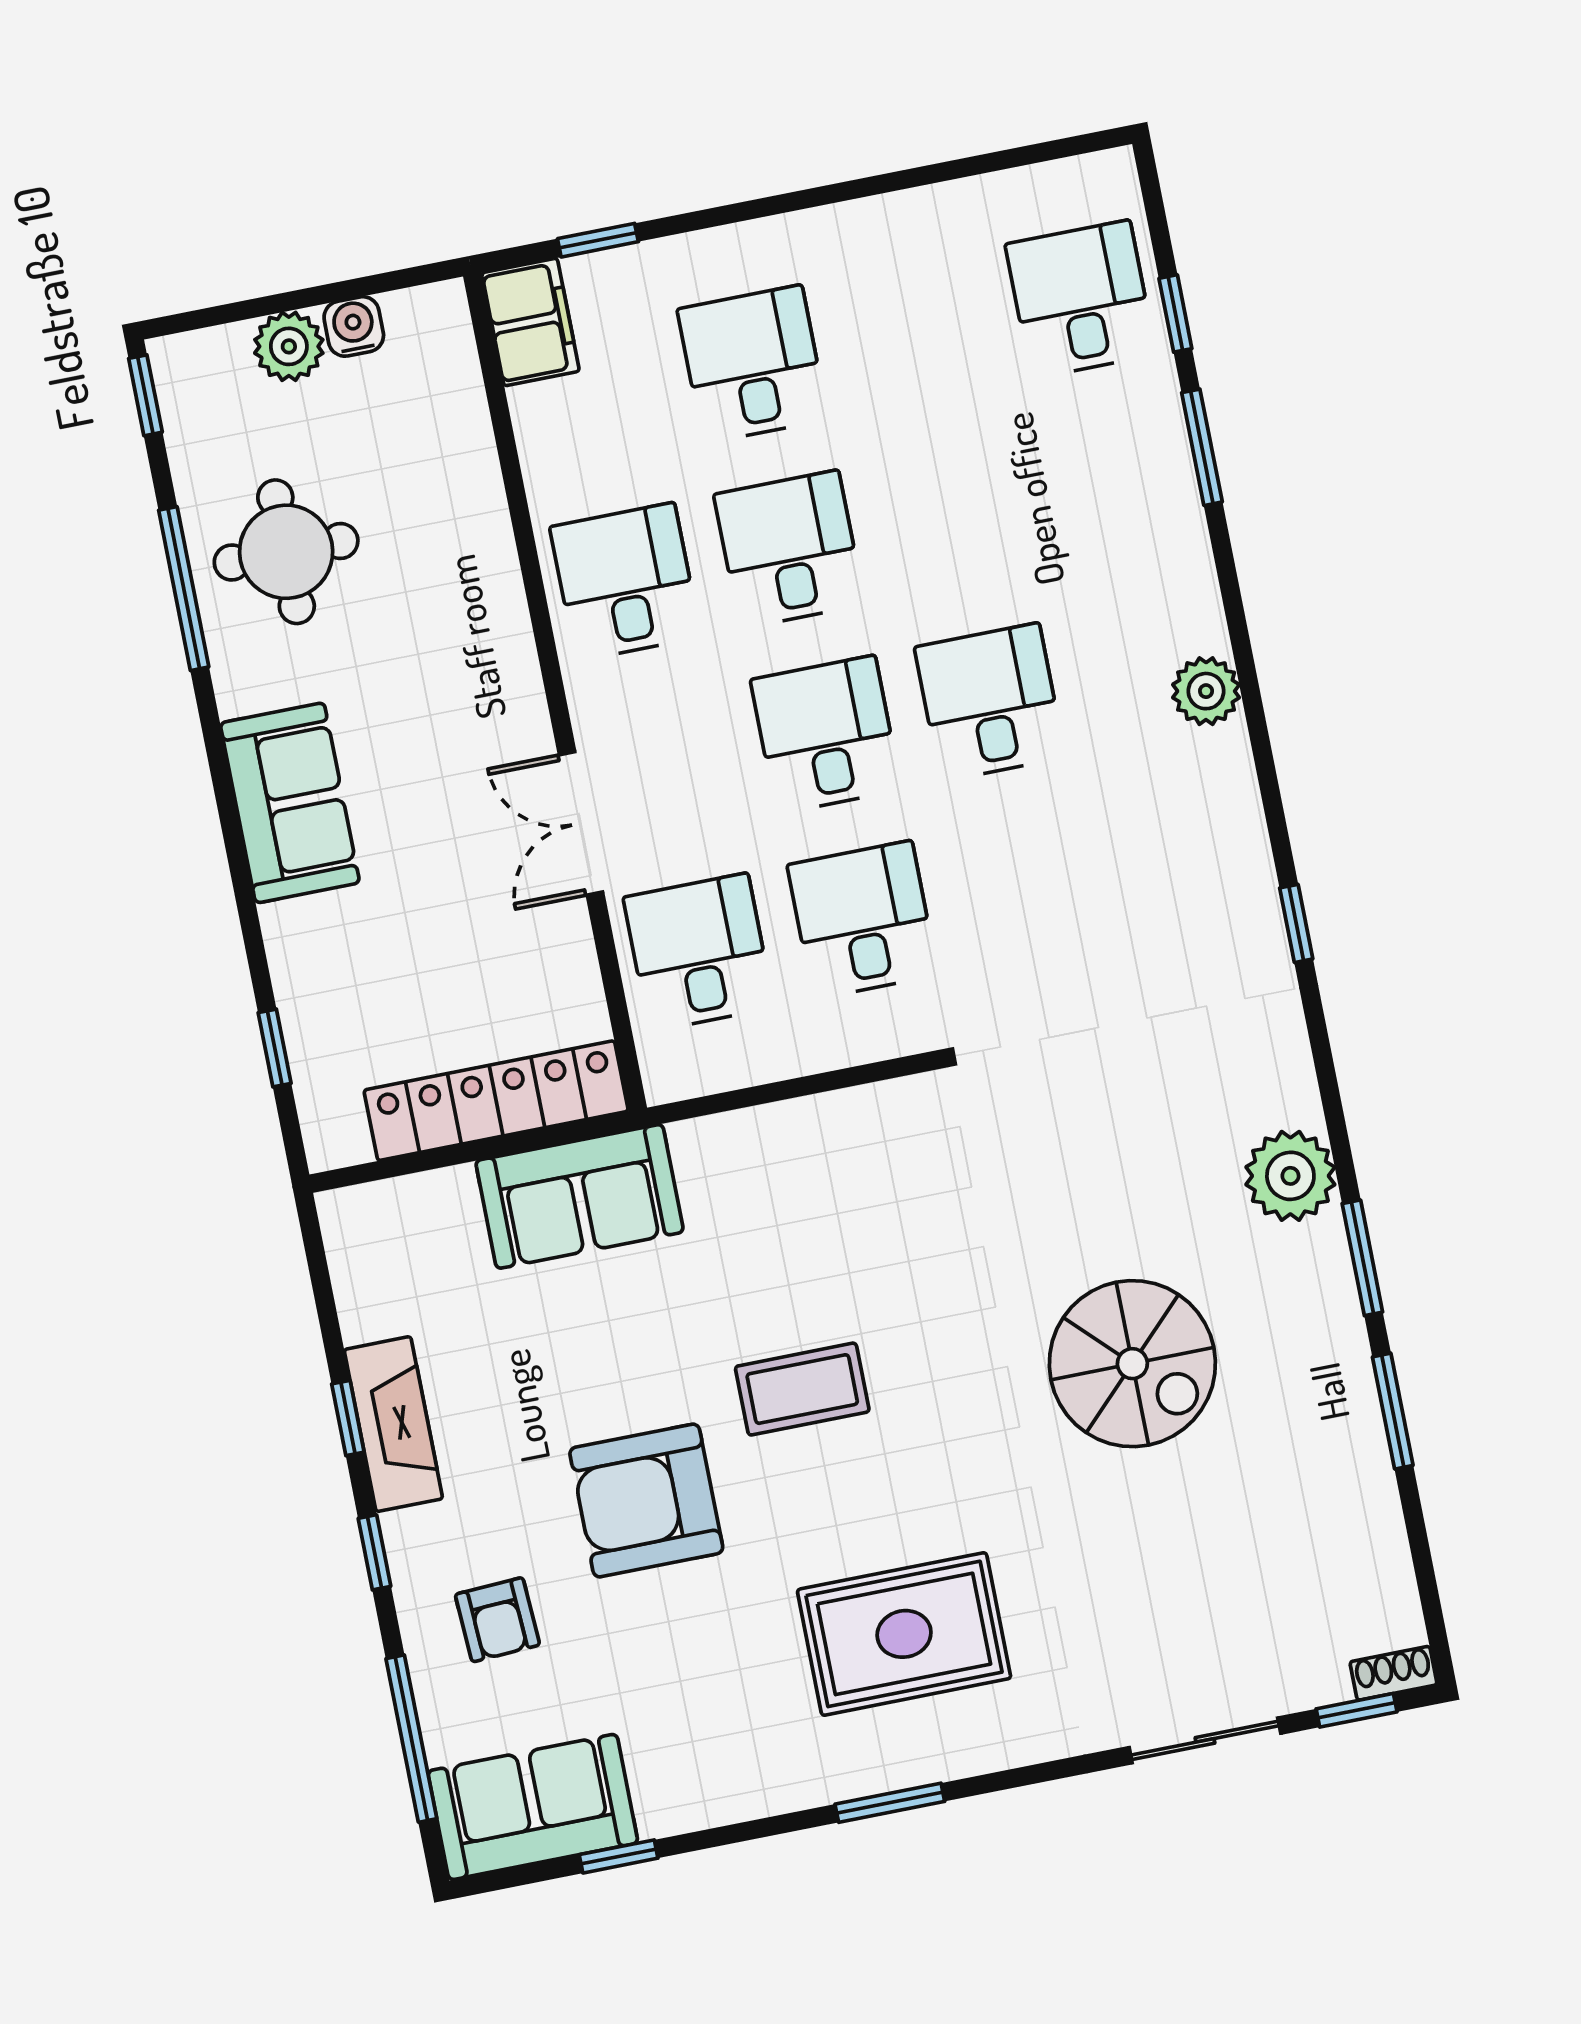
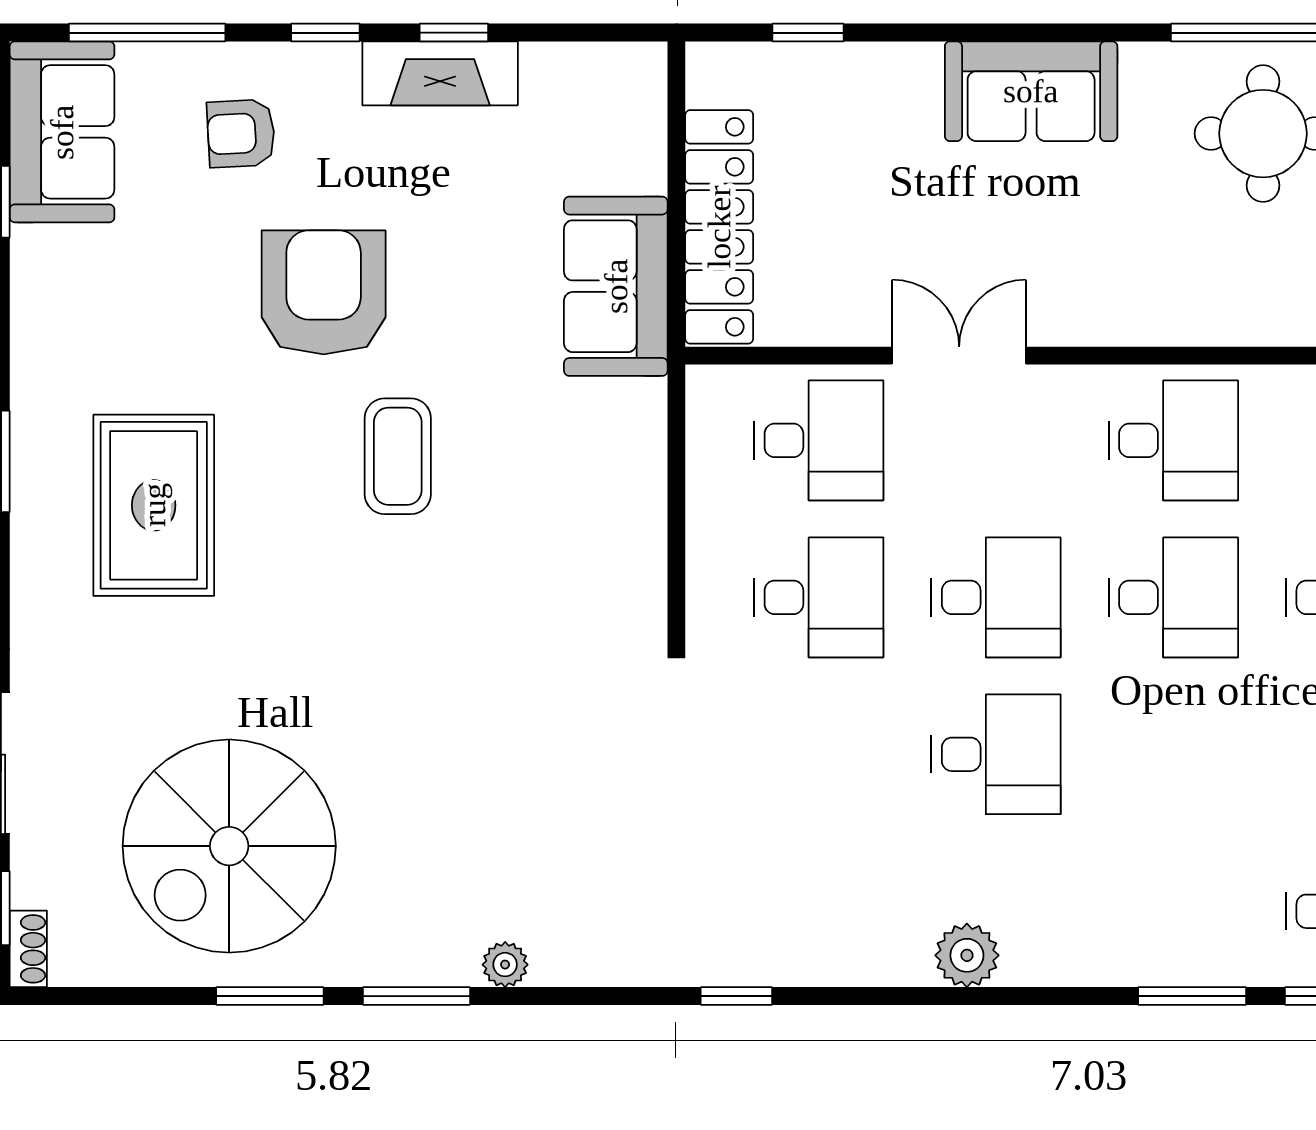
plant: (1290, 1176) -> (505, 965), width x0.53, depth x0.53
spiral stairs: (1132, 1364) -> (229, 846), moved, width x1.37, depth x1.37

